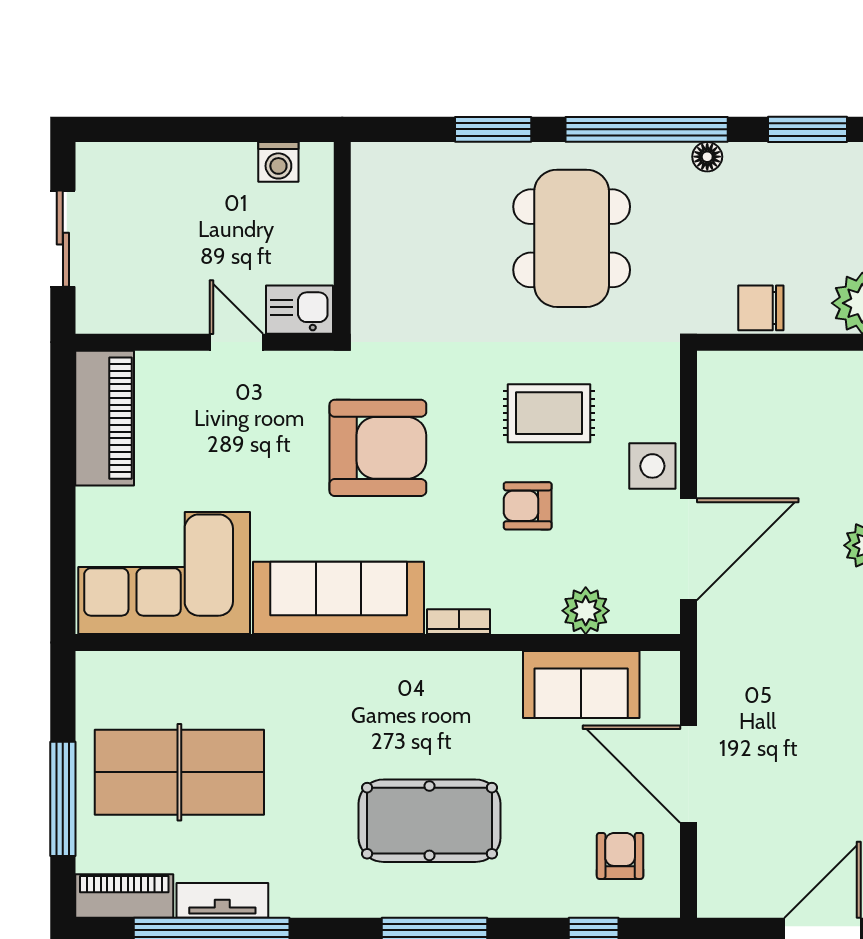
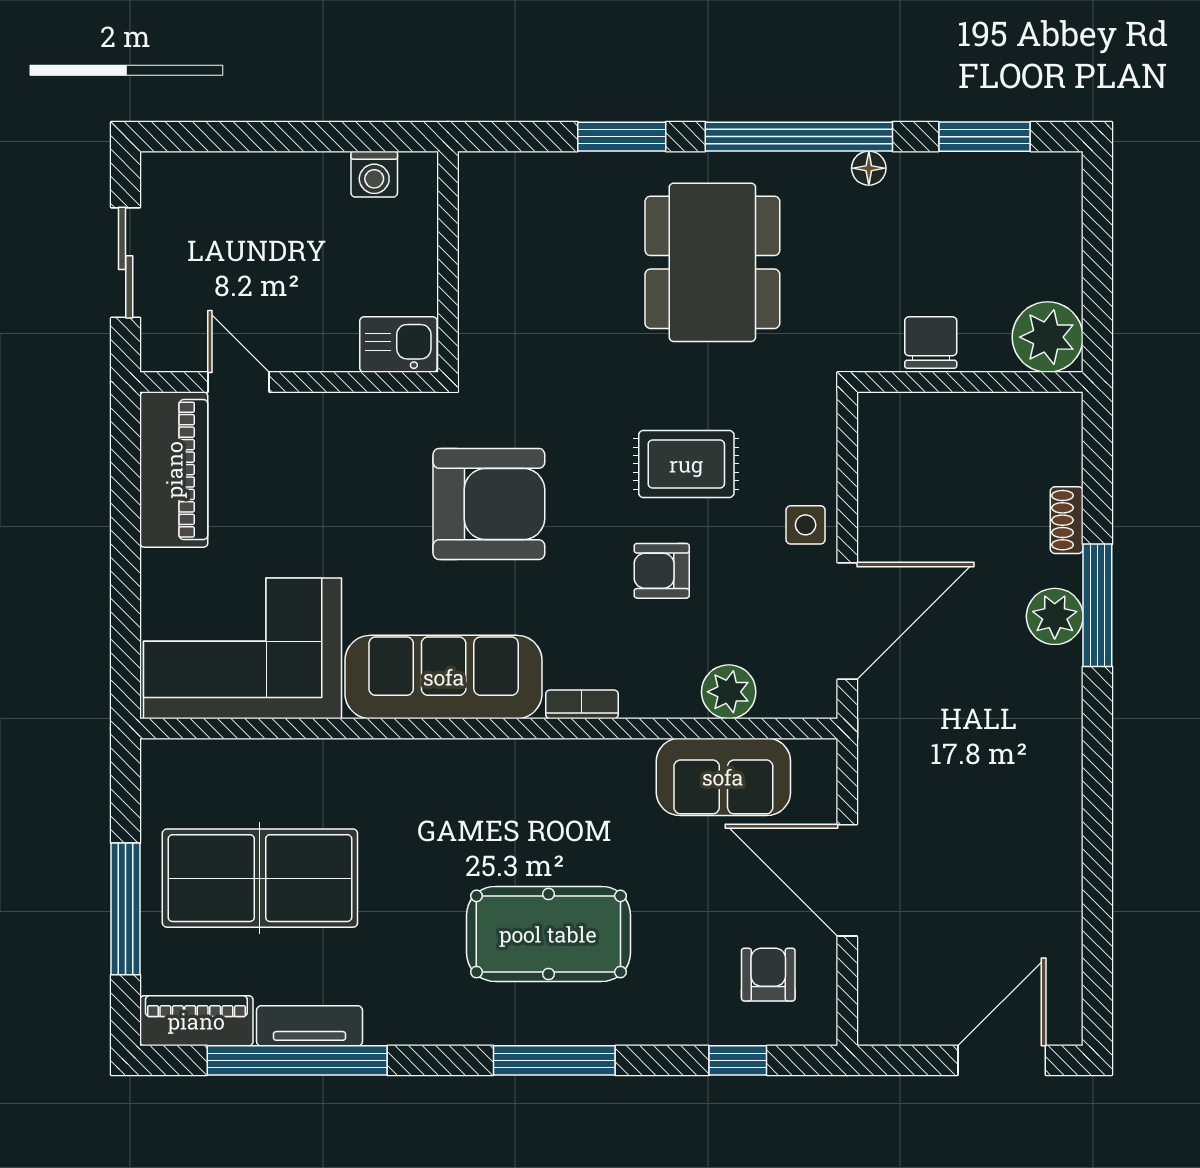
chair: (761, 308) -> (931, 342), turned 90
door: (236, 342) -> (239, 382), moved
side table: (652, 466) -> (806, 525), width x0.73, depth x0.73

